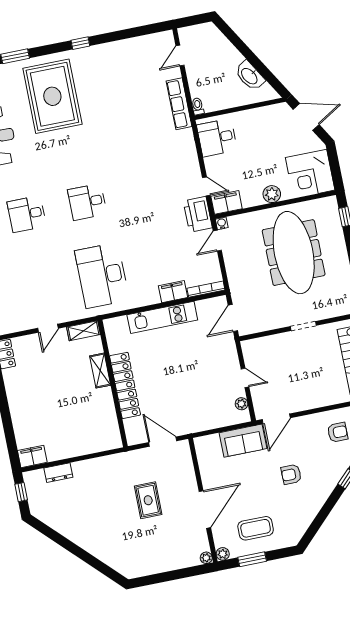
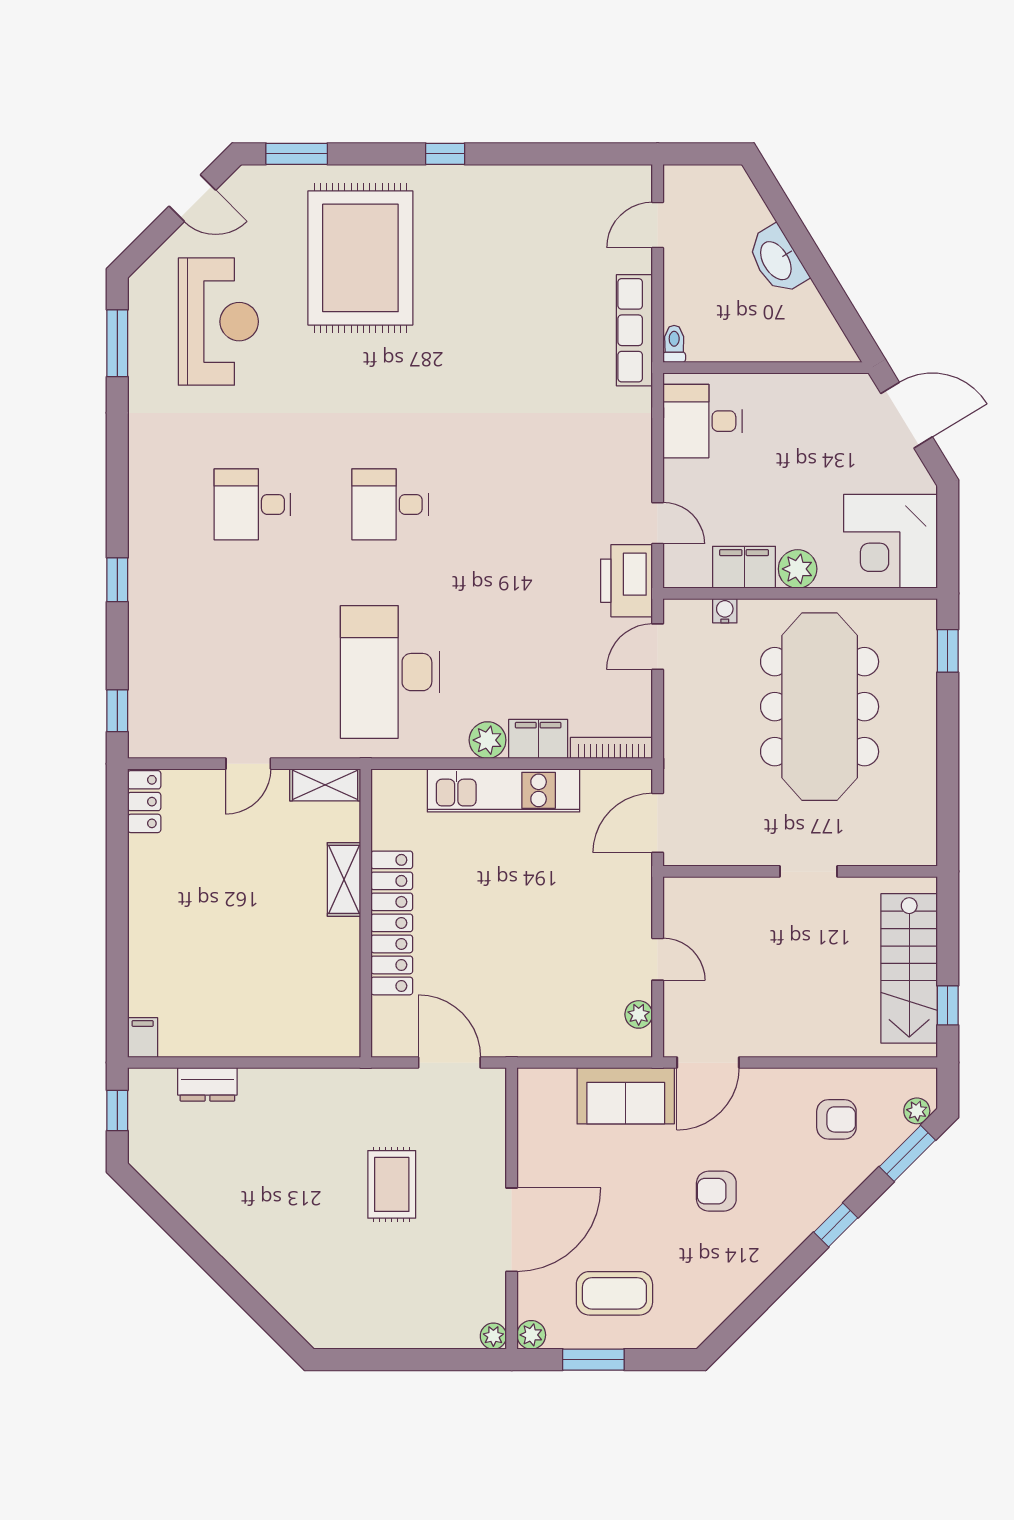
washbasin: (250, 76) -> (777, 260), moved
filing cabinet: (227, 202) -> (744, 567), moved
water cooler: (222, 223) -> (725, 611), moved
plant: (151, 297) -> (488, 740), added
filing cabinet: (32, 456) -> (143, 1037), width x0.50

